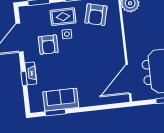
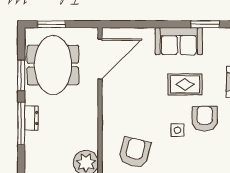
rug: (63, 17) -> (185, 84), moved
sofa: (61, 100) -> (179, 41), moved

